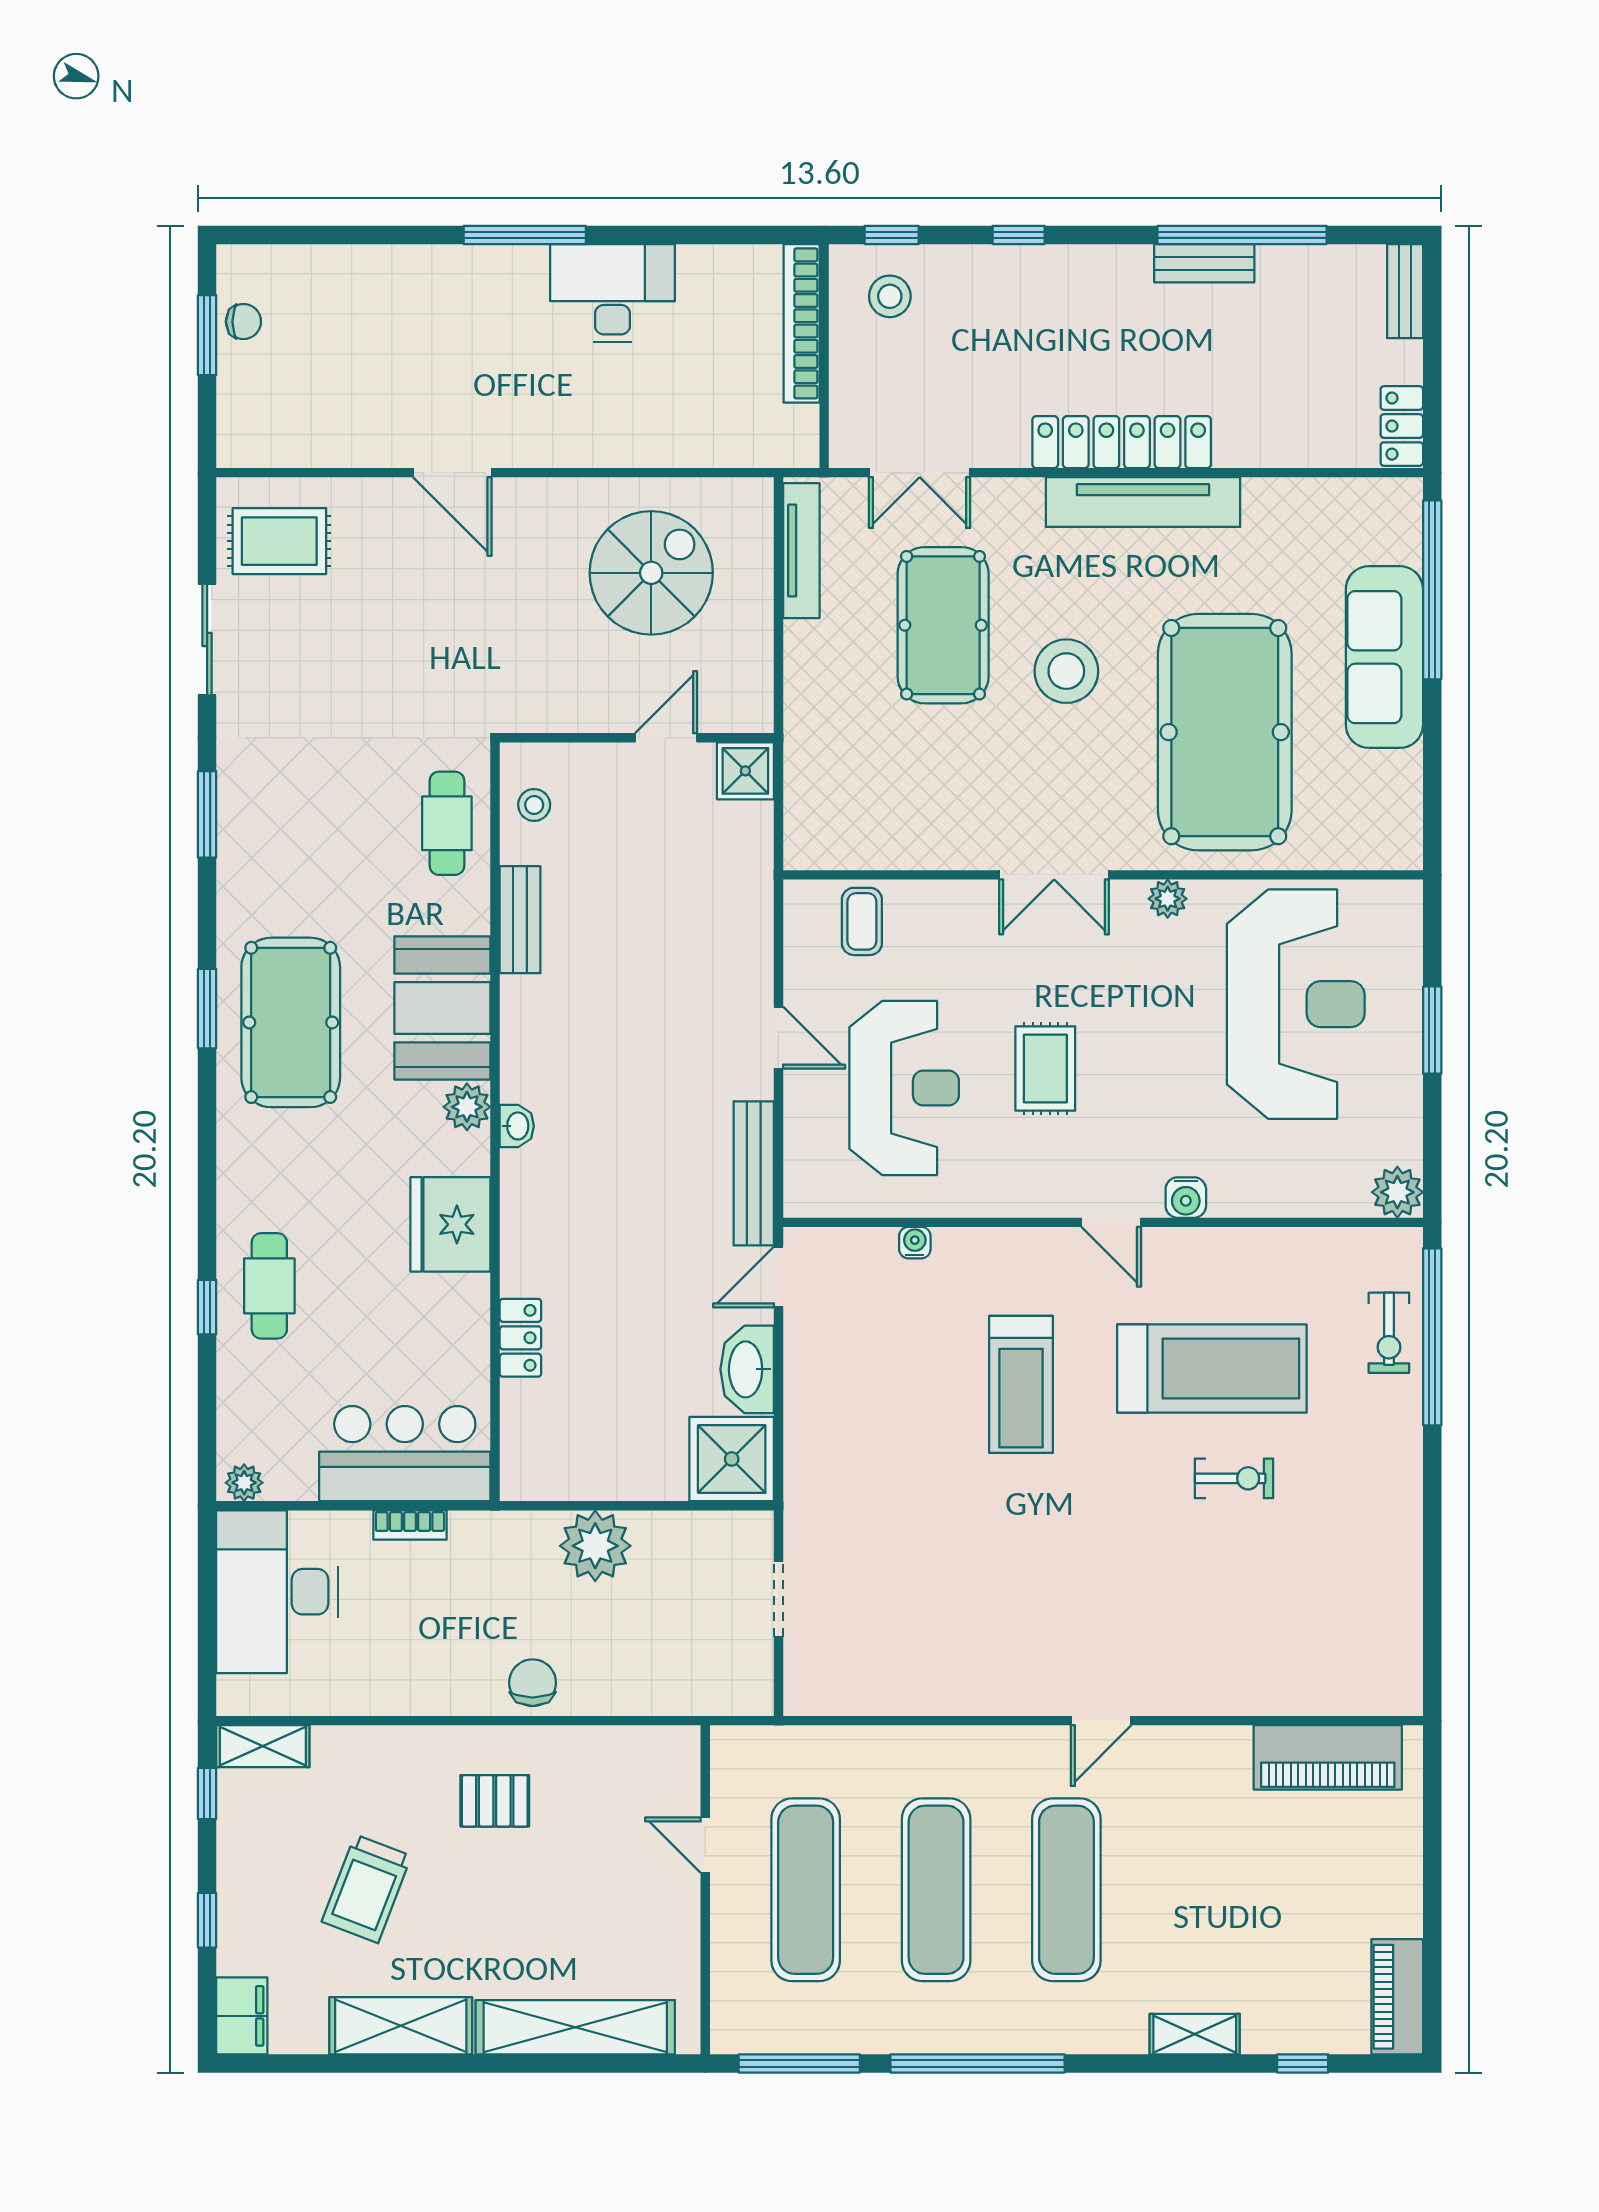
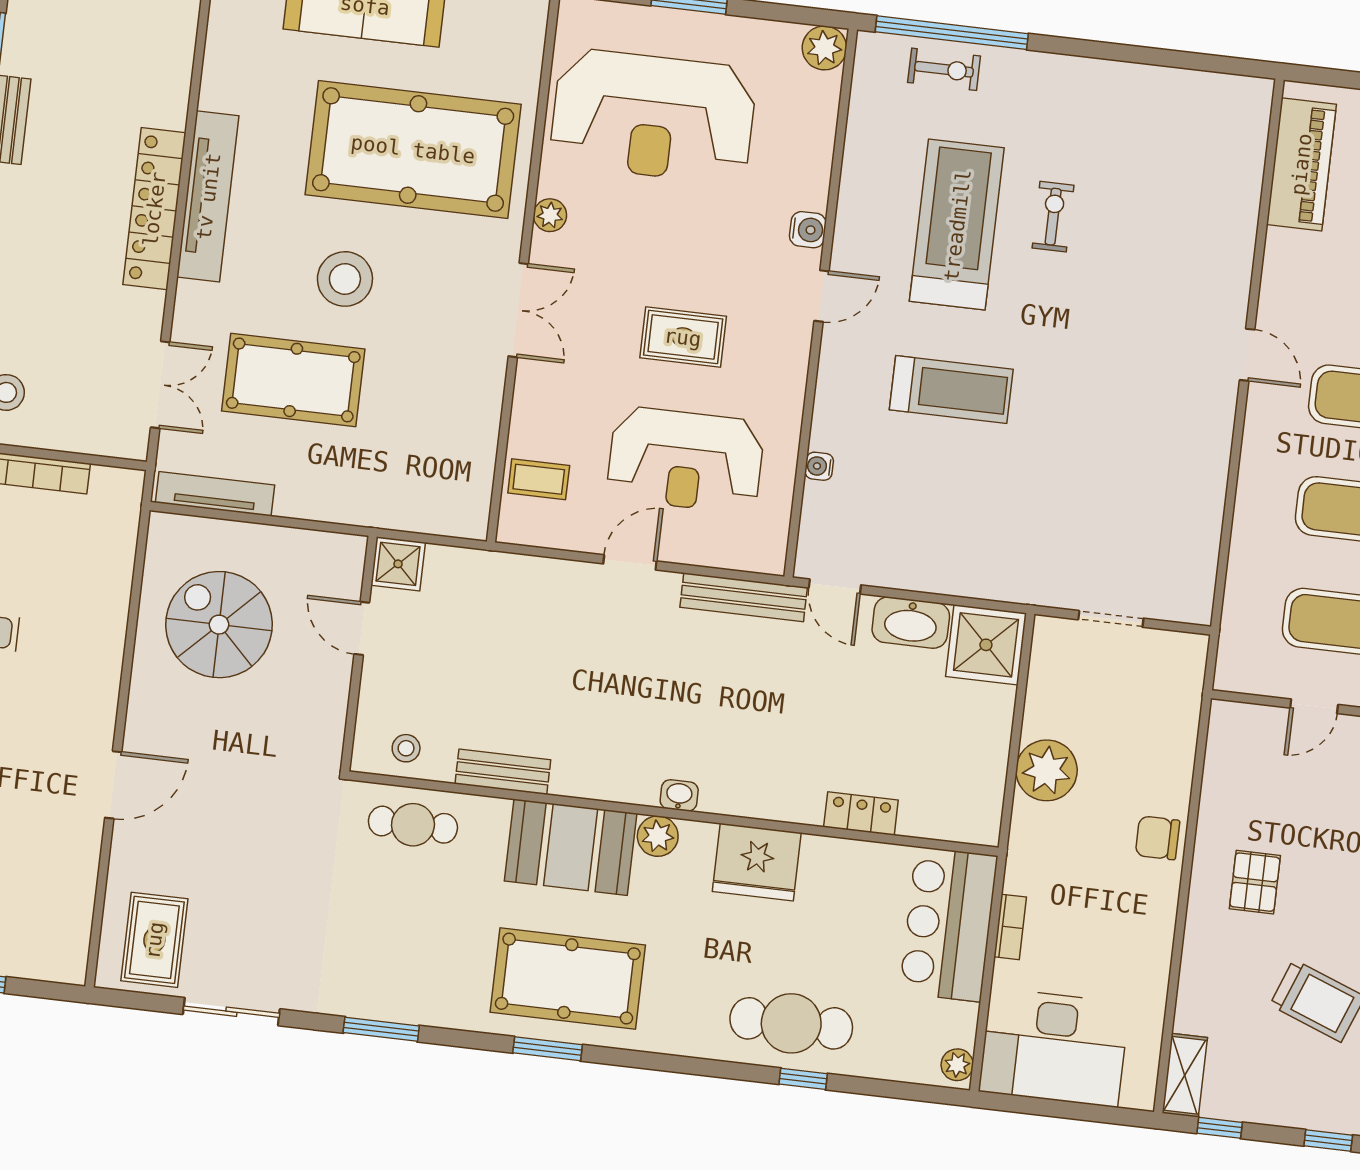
reception desk: (1296, 1004) -> (653, 116), turned 180
reception desk: (904, 1088) -> (686, 460), turned 180
cafe table: (269, 1286) -> (791, 1023), width x1.37, depth x1.35

